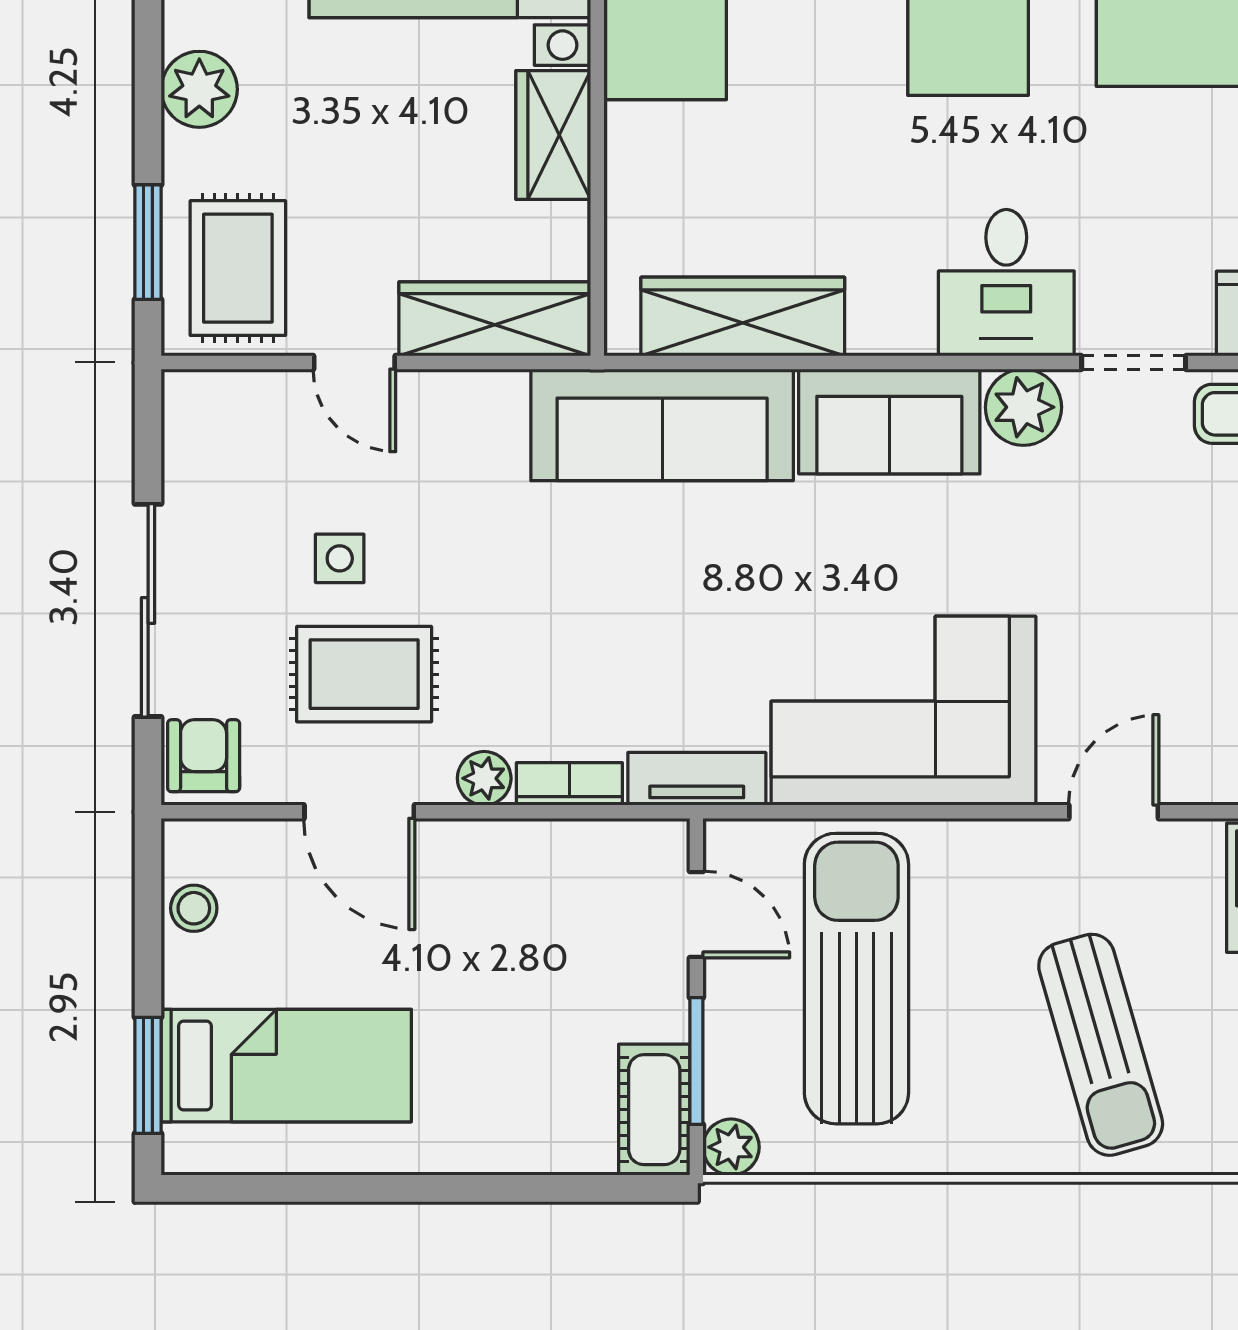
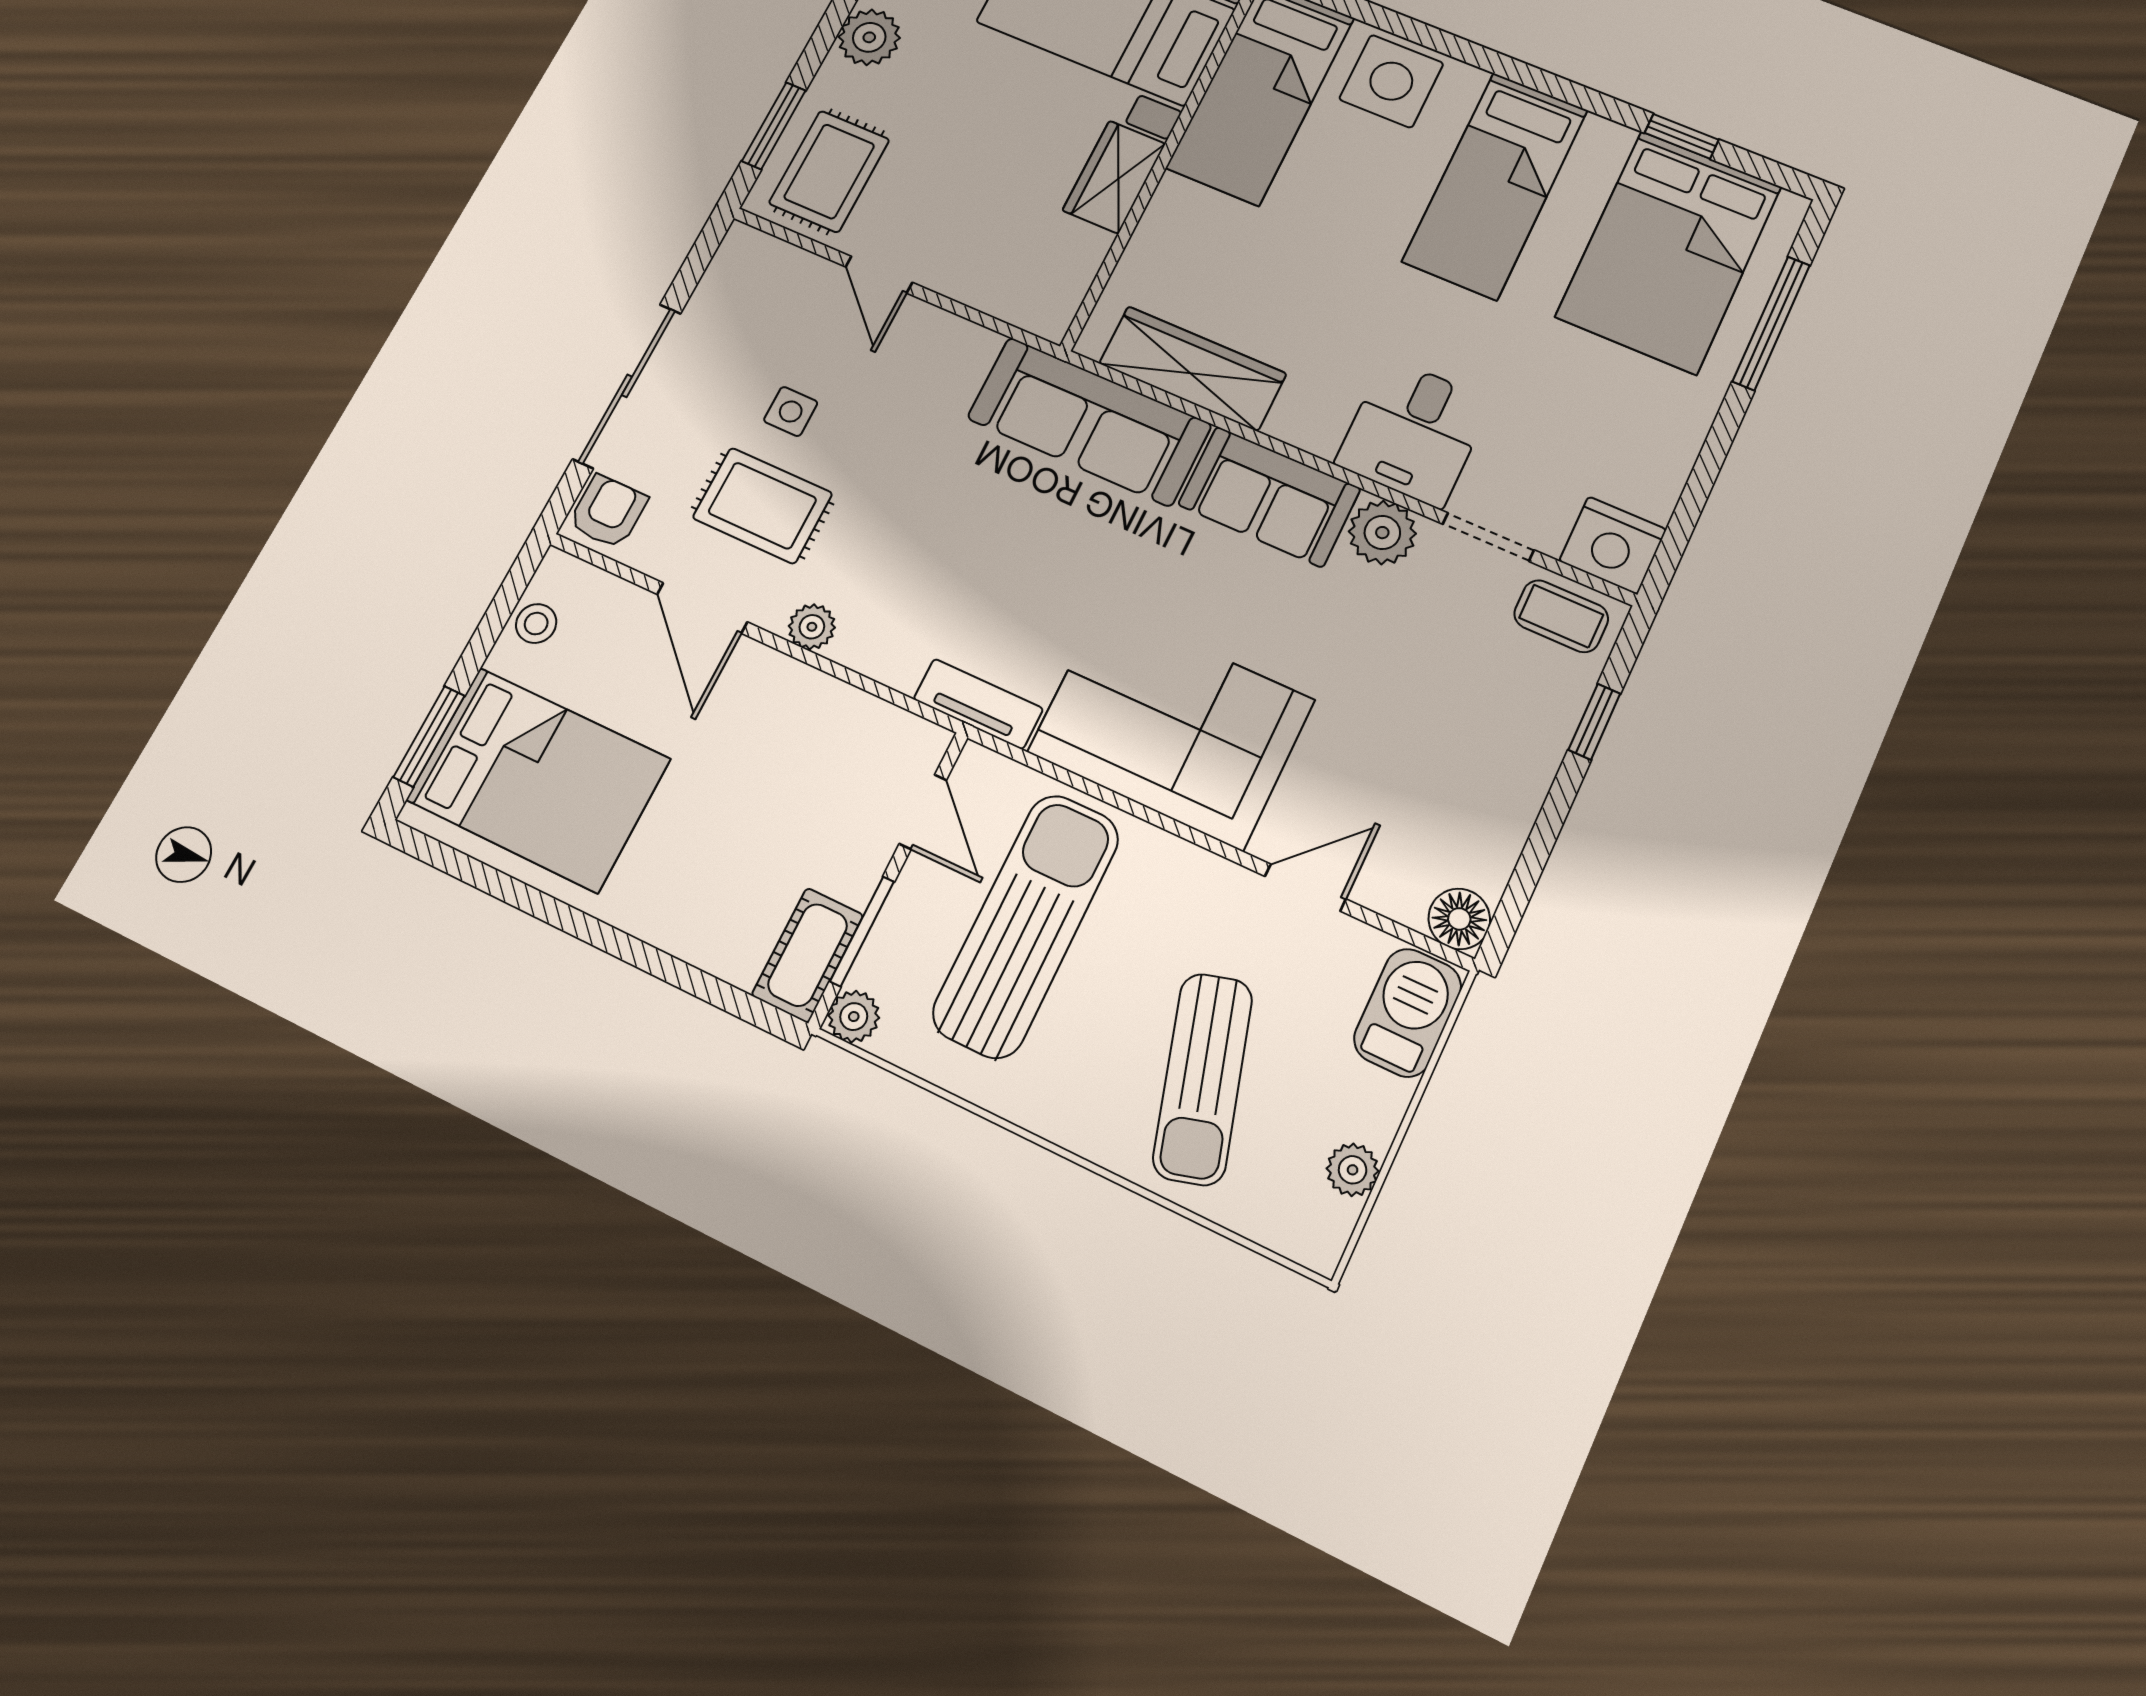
wardrobe: (495, 319) -> (1001, 289), removed
bookcase: (569, 784) -> (876, 662), removed
bed: (286, 1066) -> (538, 779), width x1.50

